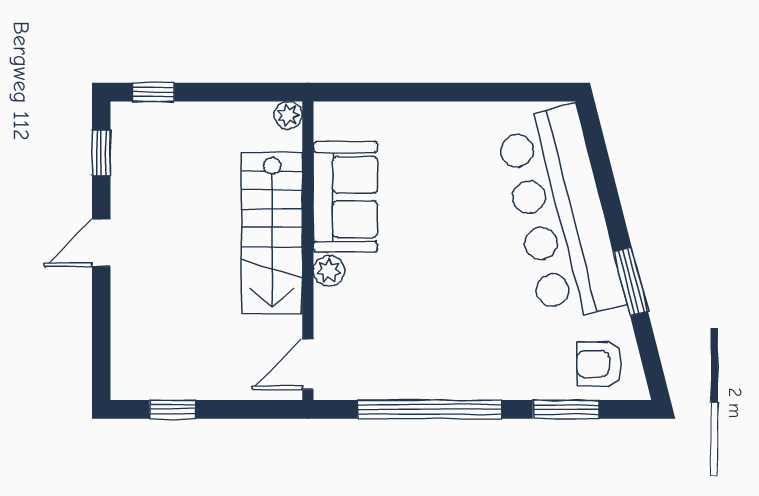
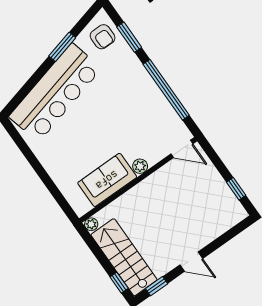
stairs: (272, 233) -> (124, 257), moved, turned -90

